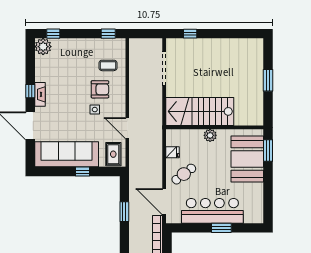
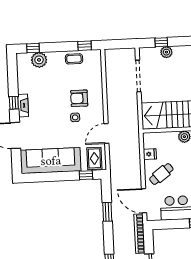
plant: (195, 44) -> (166, 52), added
plant: (43, 47) -> (39, 60), moved
coffee table: (108, 65) -> (74, 59), moved
armchair: (100, 89) -> (79, 98), turned 180
door: (127, 128) -> (106, 134), hinge flipped
window: (83, 172) -> (86, 175), moved

